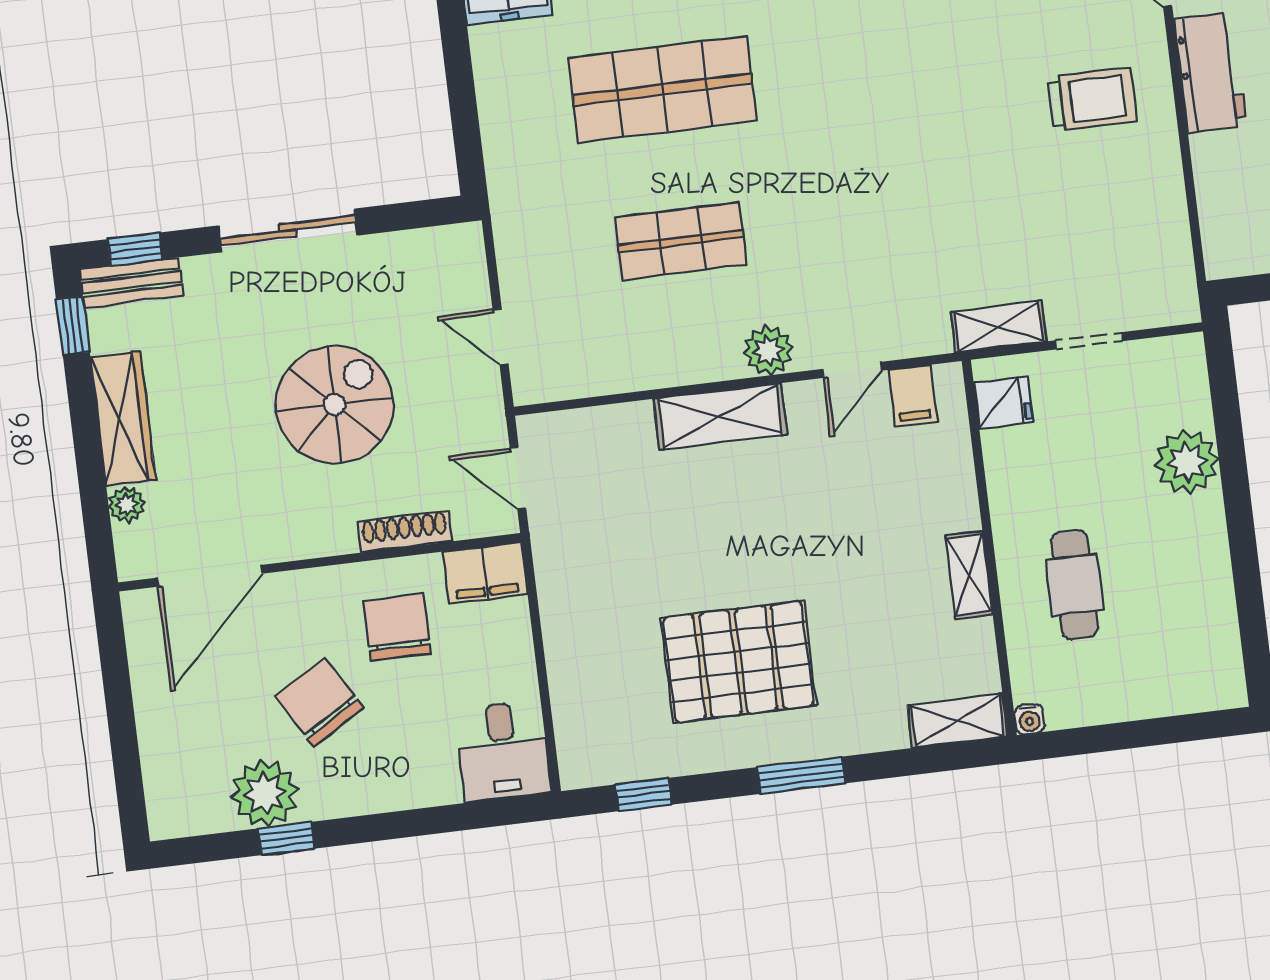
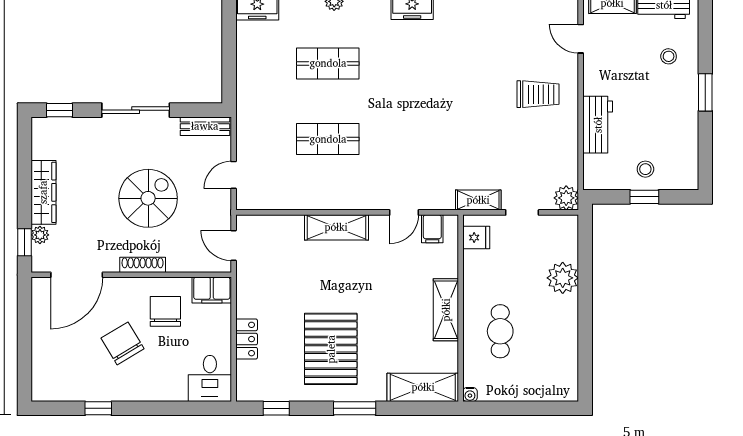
workbench: (1210, 73) -> (598, 125), moved
shop shelf: (662, 89) -> (328, 63), width x0.70, depth x0.74
bench: (132, 283) -> (205, 126), moved
window: (73, 326) -> (24, 242), moved
door: (501, 336) -> (234, 175), hinge flipped
plant: (768, 351) -> (566, 198), moved
shoe rack: (405, 532) -> (143, 265), moved
shelving: (969, 575) -> (446, 310), width x1.50, depth x1.33
pallet: (738, 662) -> (331, 349), turned 90
locker: (567, 663) -> (247, 339), added
shelving: (958, 721) -> (423, 387), width x1.50, depth x1.33
plant: (265, 793) -> (90, 385), removed

